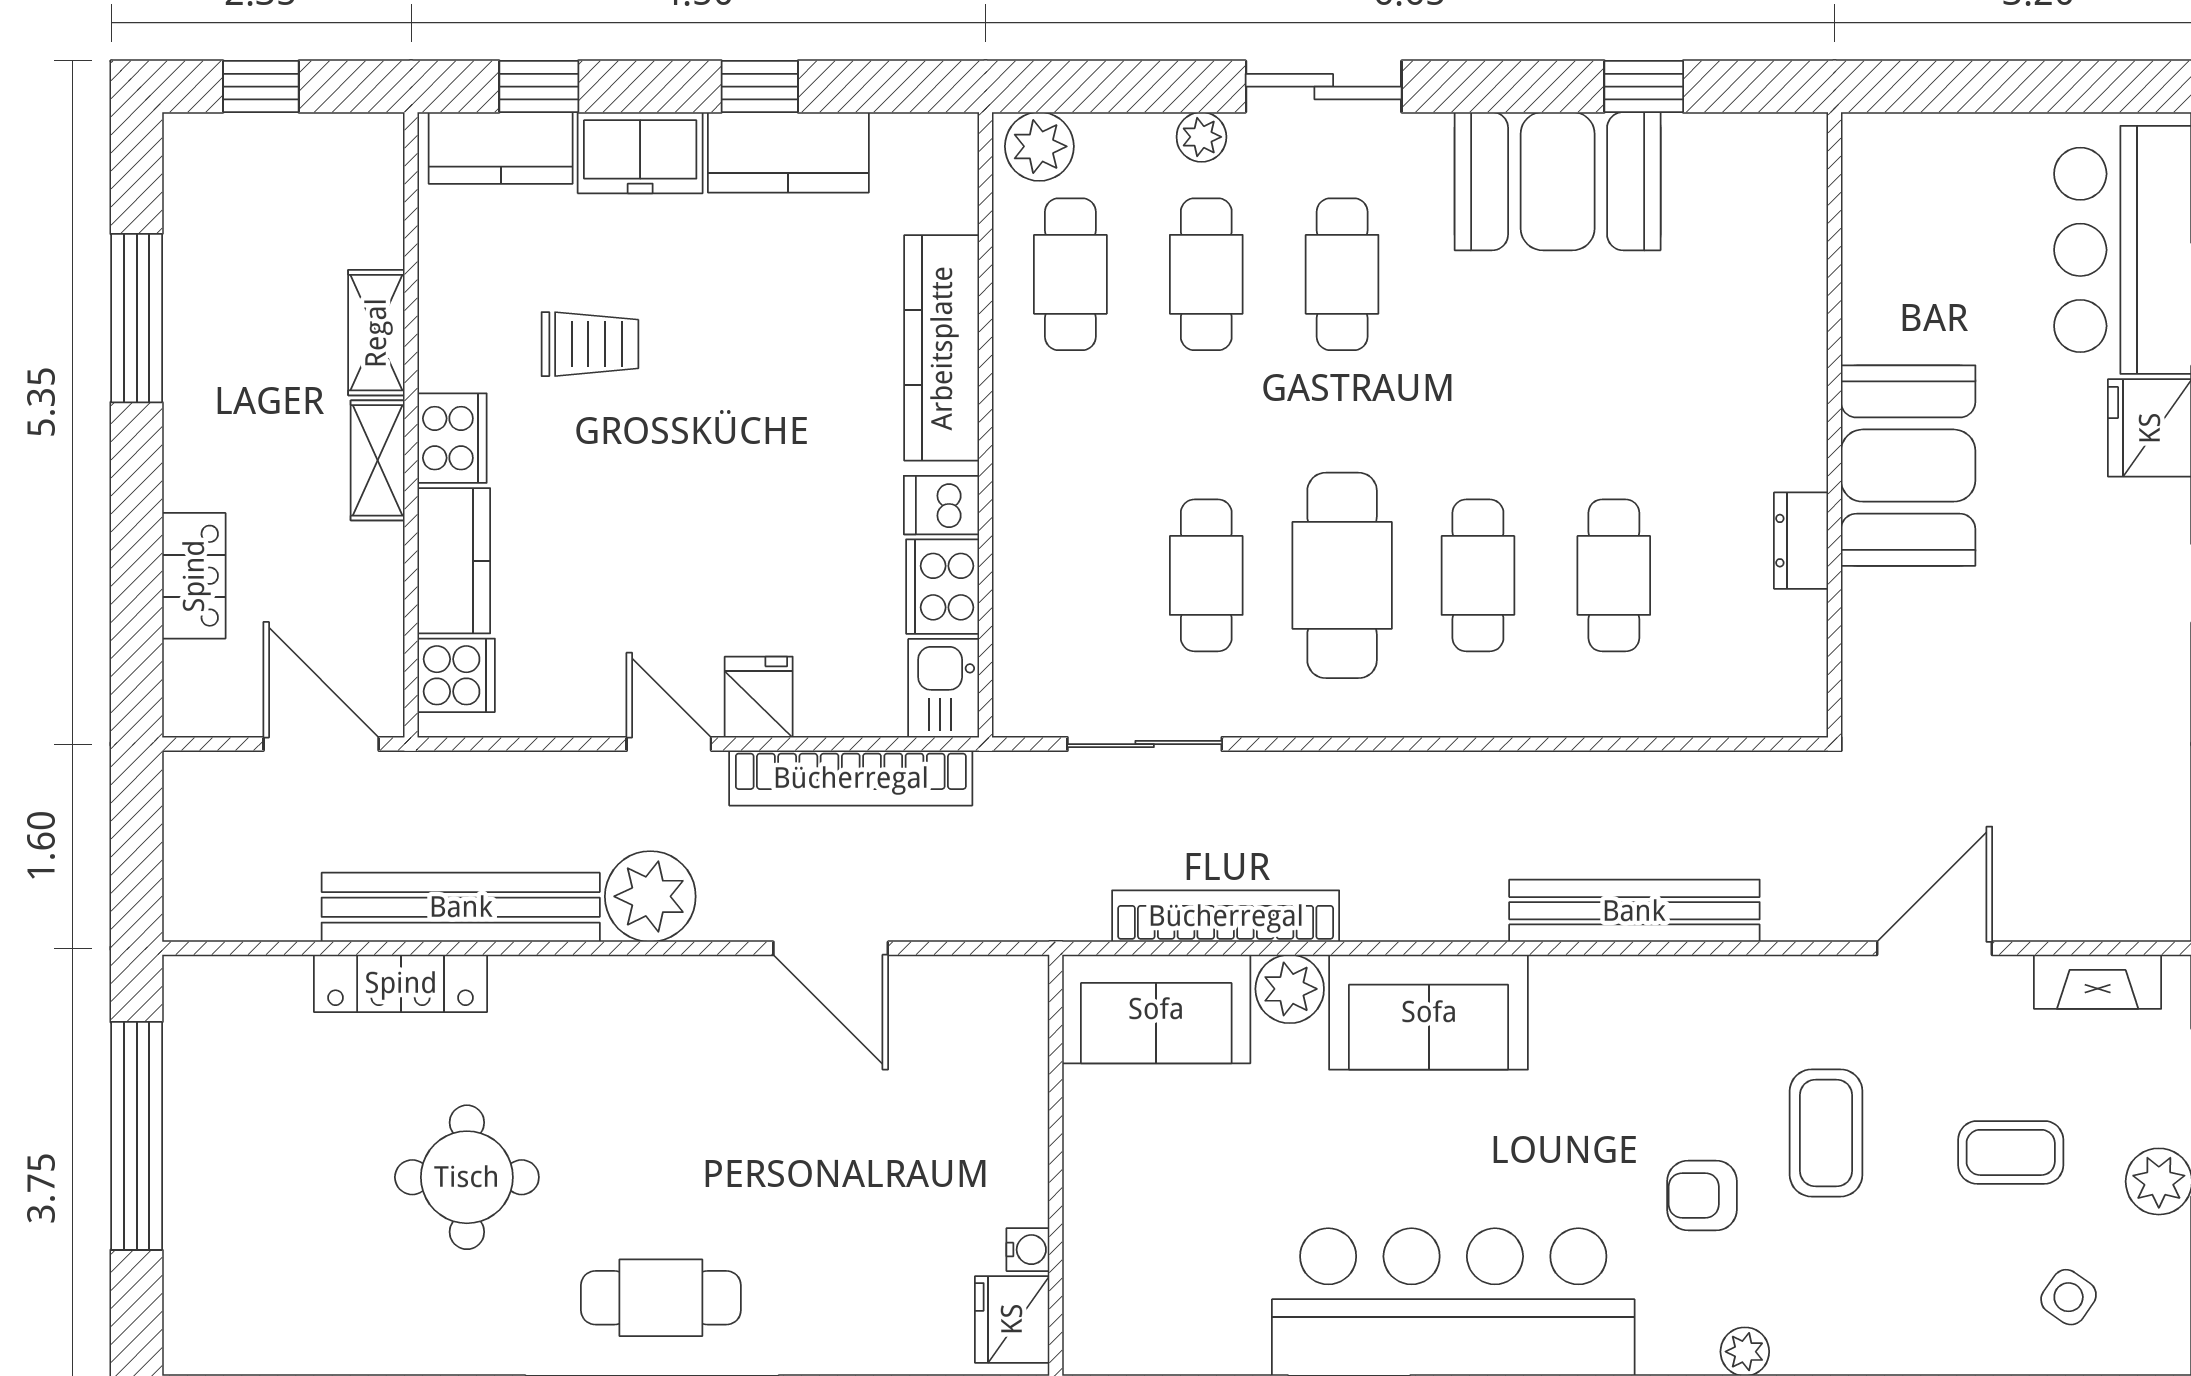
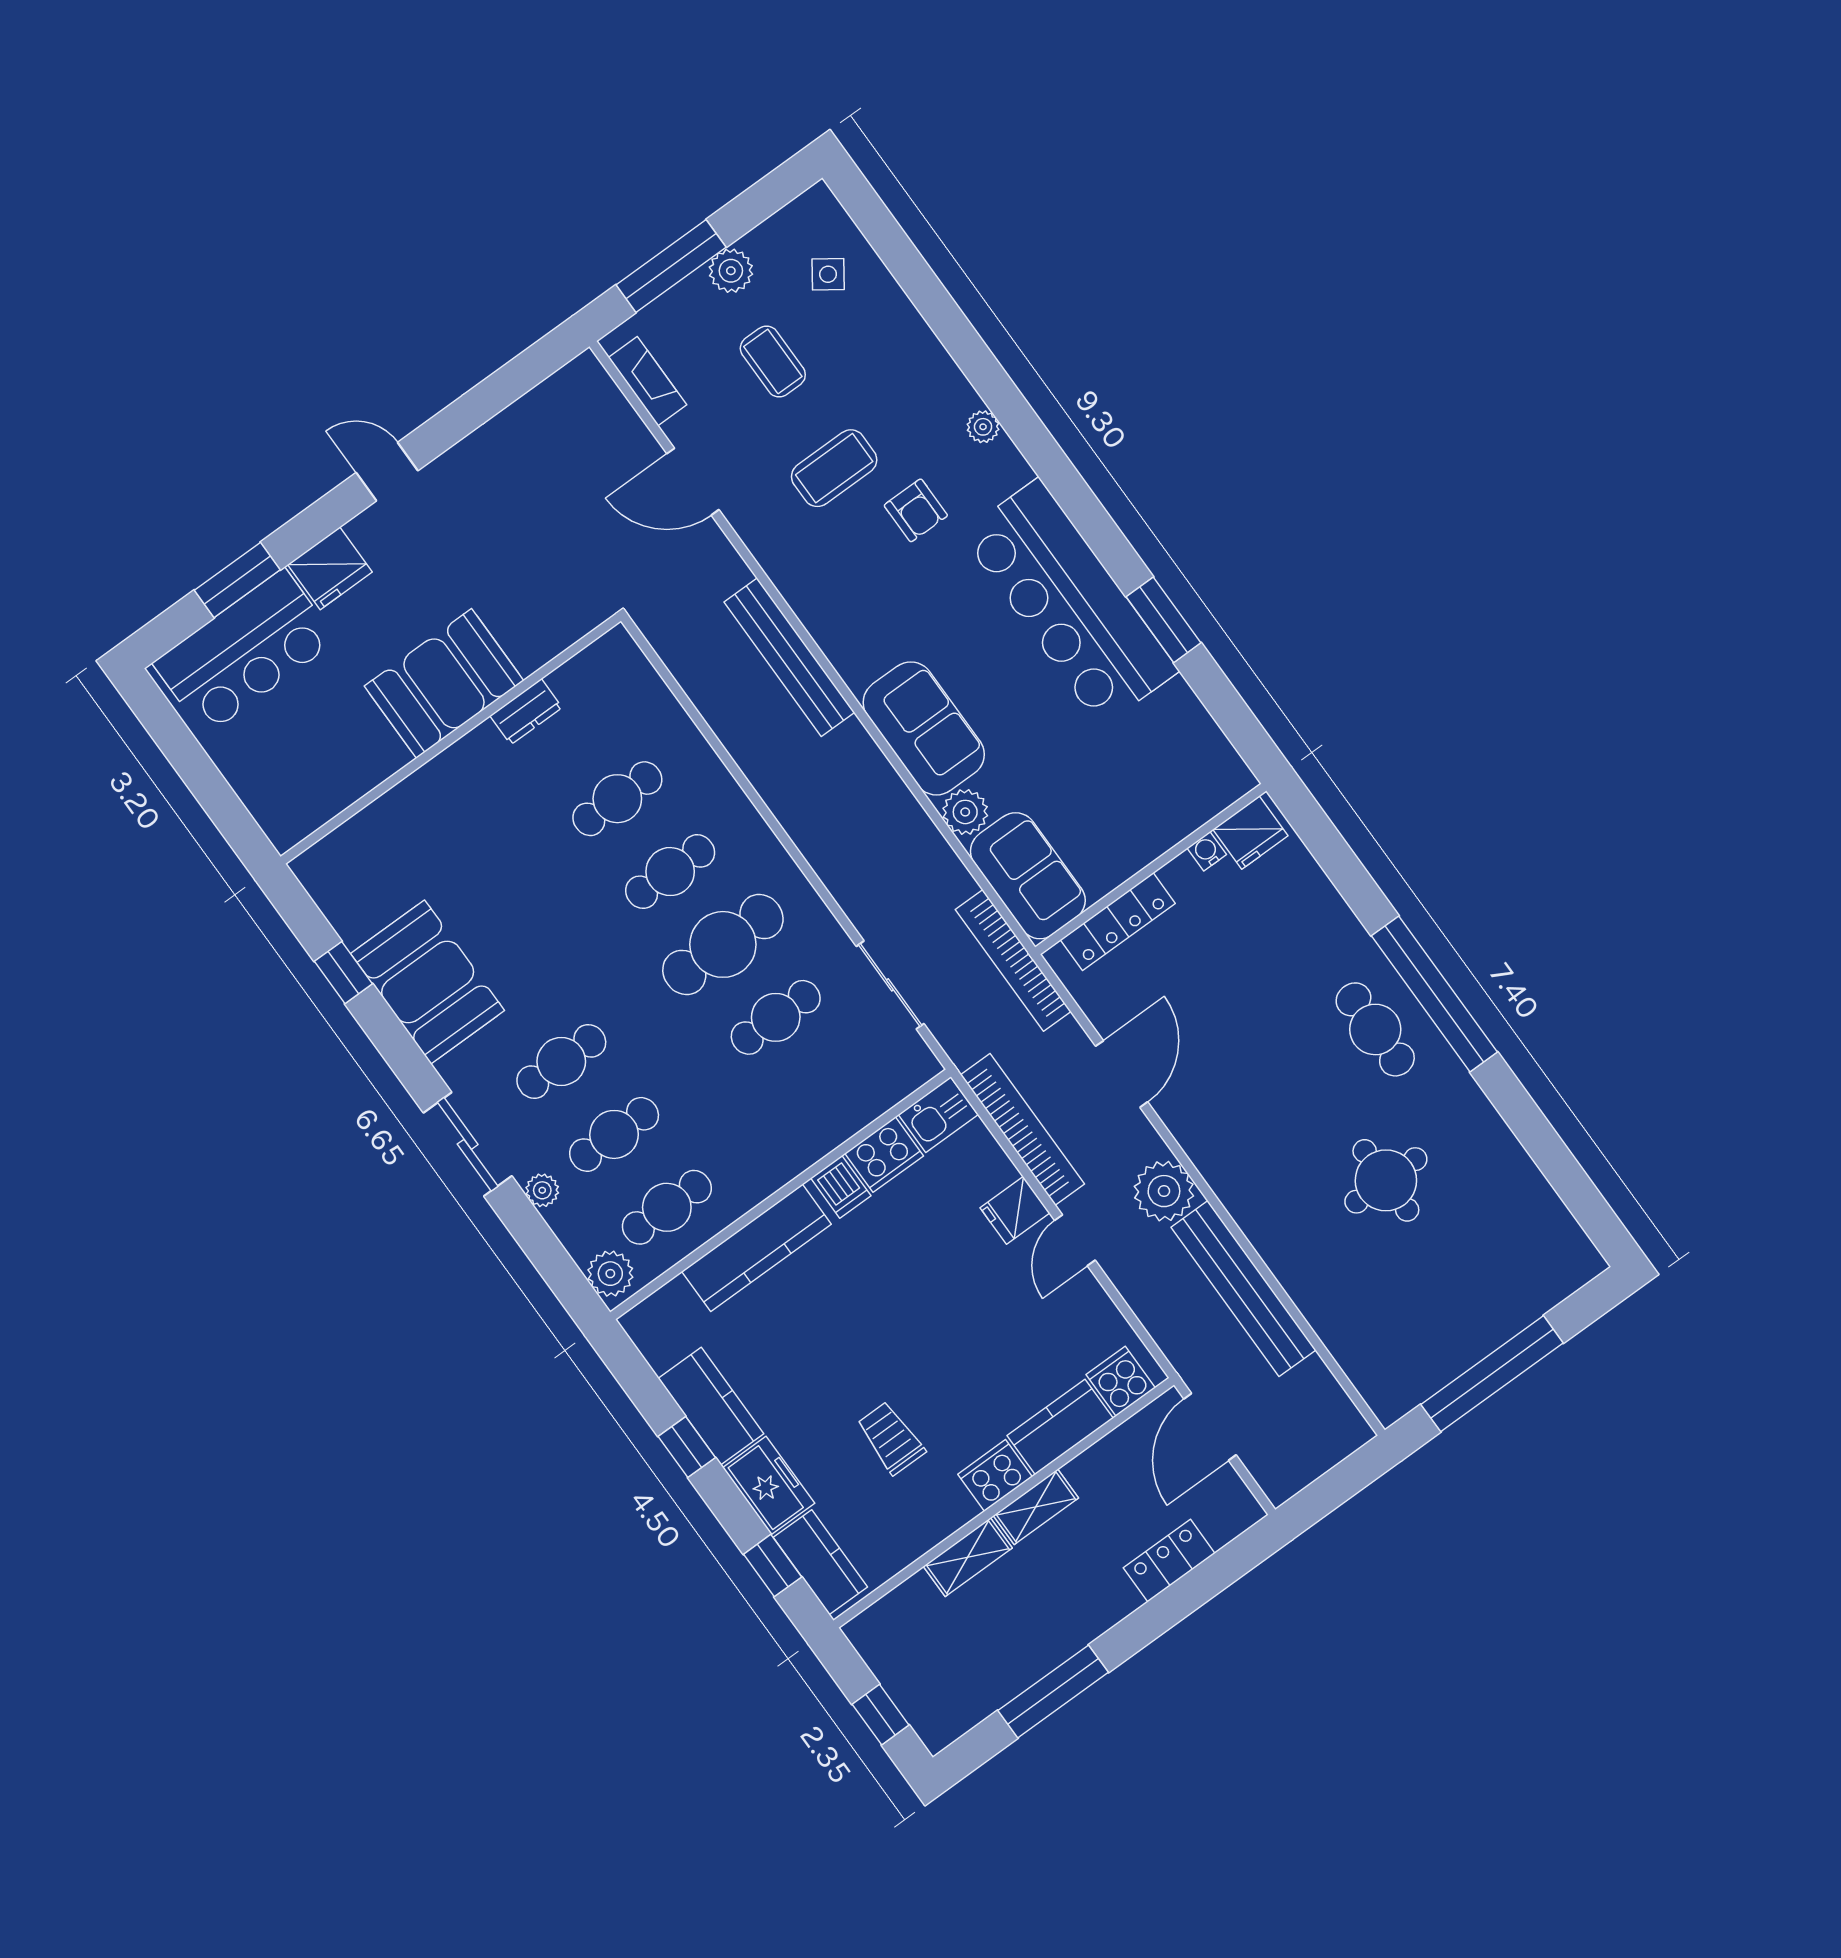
bookcase: (1226, 916) -> (1013, 960), moved
locker: (401, 983) -> (1118, 922), moved, turned 90

